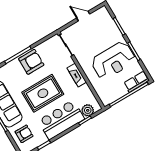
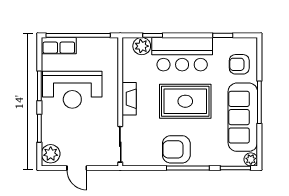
plant: (104, 15) -> (51, 154), added
reception desk: (113, 60) -> (72, 90), turned 180

